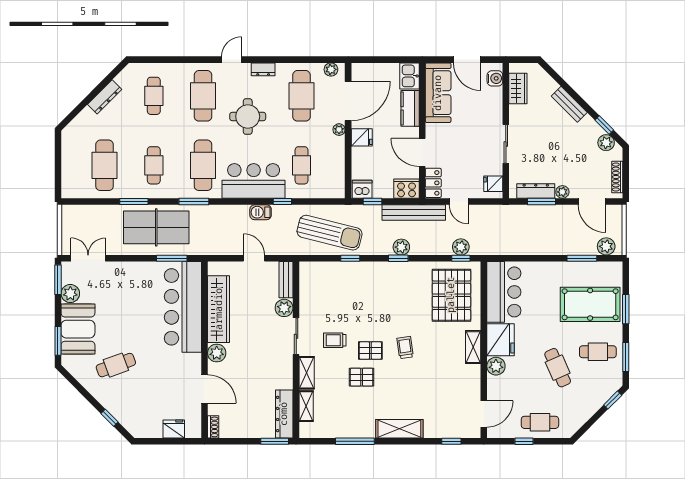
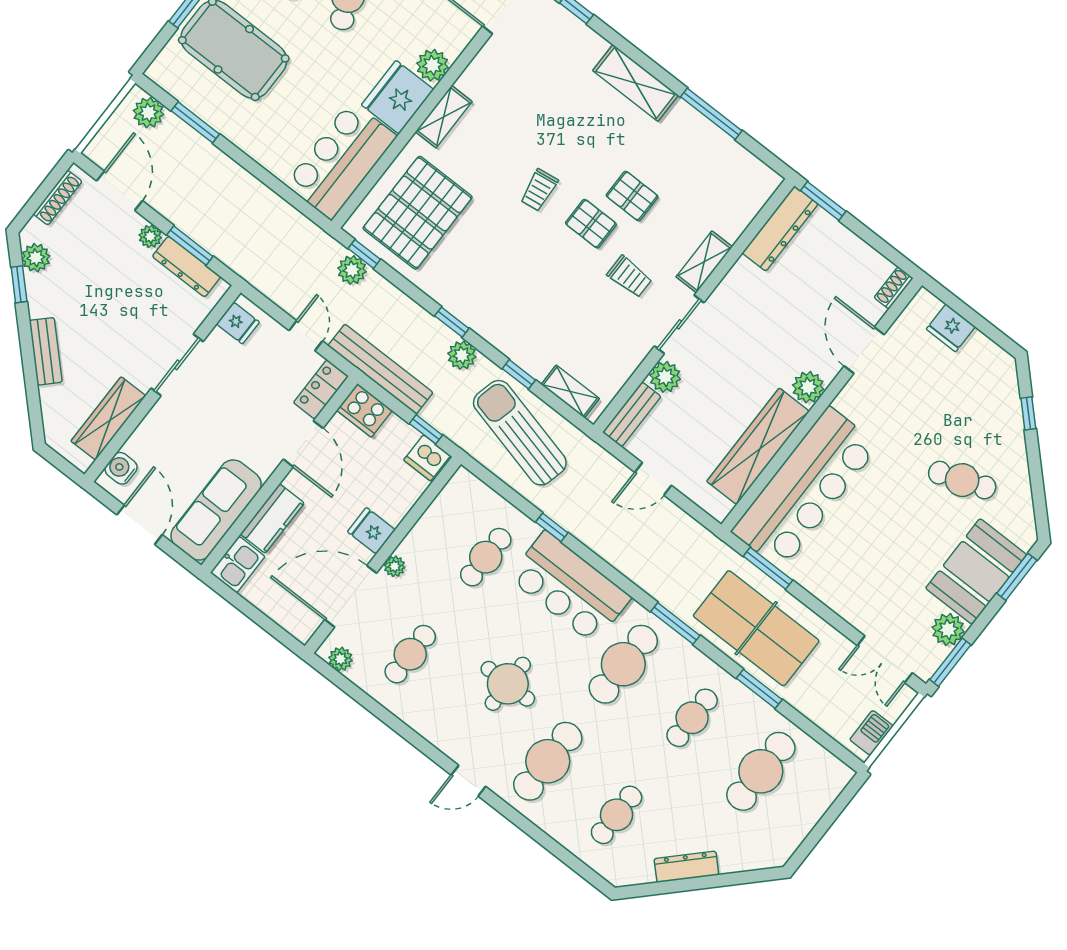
dresser: (263, 69) -> (435, 733), removed
wardrobe: (518, 88) -> (108, 418), width x1.50
cafe table: (302, 96) -> (410, 654), width x0.73, depth x0.74
barbecue: (261, 212) -> (871, 733), moved, turned -90
plant: (401, 247) -> (462, 355), moved
door: (254, 258) -> (653, 479), hinge flipped
shelving: (306, 406) -> (570, 392), moved, turned 90

